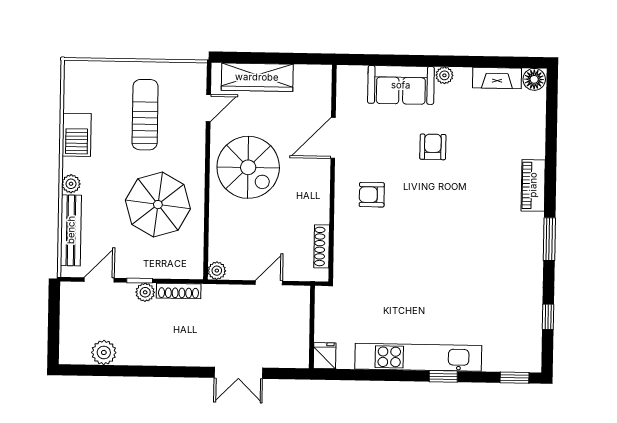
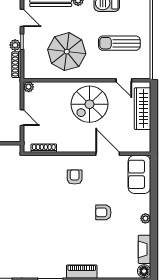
sofa: (401, 85) -> (139, 174), moved
sun lounger: (145, 115) -> (119, 43), turned 180
armchair: (433, 147) -> (103, 212), turned 180

